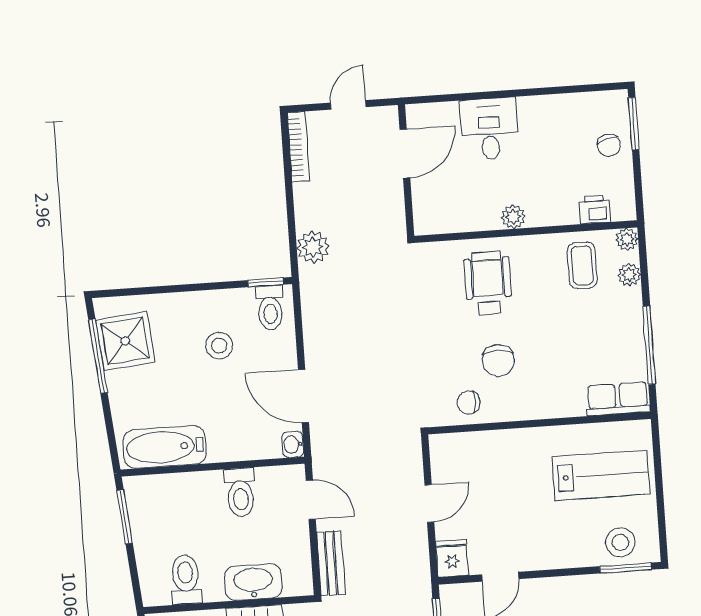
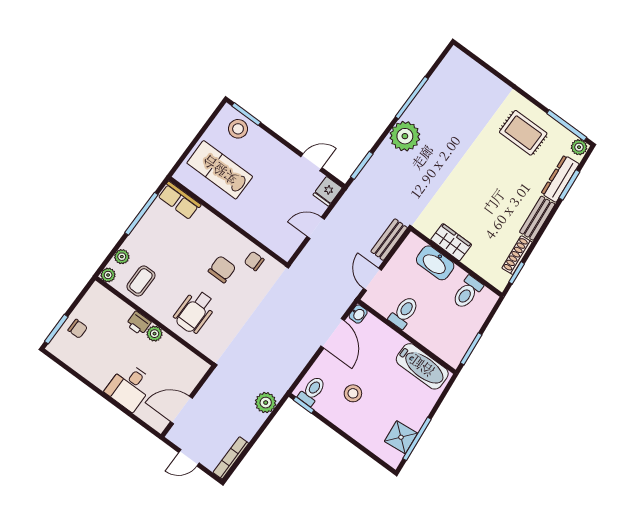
chair: (609, 145) -> (78, 329), turned 105
printer: (594, 209) -> (139, 323), moved
shower: (125, 341) -> (401, 437), width x0.73, depth x0.73
chair: (469, 402) -> (254, 261), turned 180

